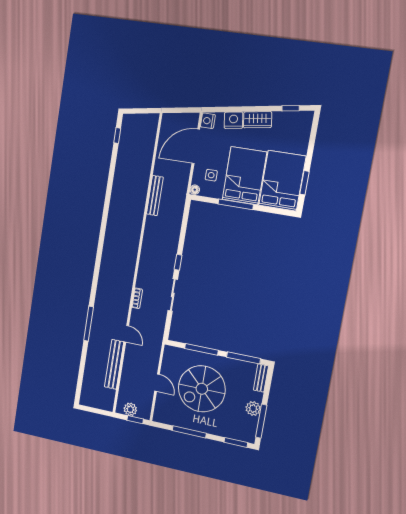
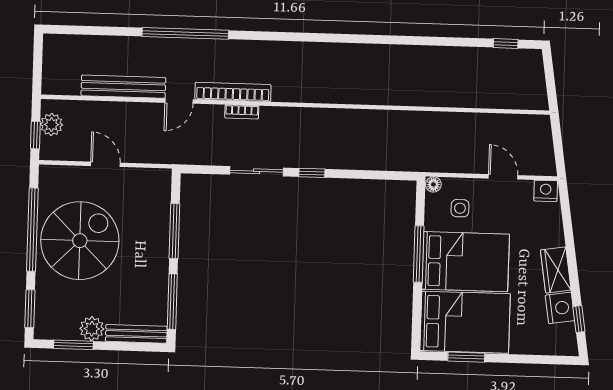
nightstand: (233, 120) -> (560, 308), moved
door: (196, 146) -> (503, 177), width x0.53
bench: (155, 196) -> (415, 120), removed
bookcase: (125, 302) -> (233, 92), added
window: (89, 324) -> (185, 33), width x1.46
bench: (261, 378) -> (136, 334), width x1.36
door: (157, 383) -> (105, 164), swing flipped
spiral stairs: (202, 389) -> (80, 241), moved, turned 90
window: (261, 421) -> (73, 345), width x0.69
window: (189, 432) -> (32, 230), width x1.46

